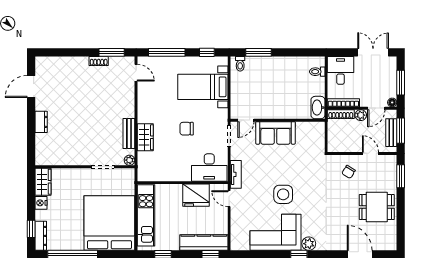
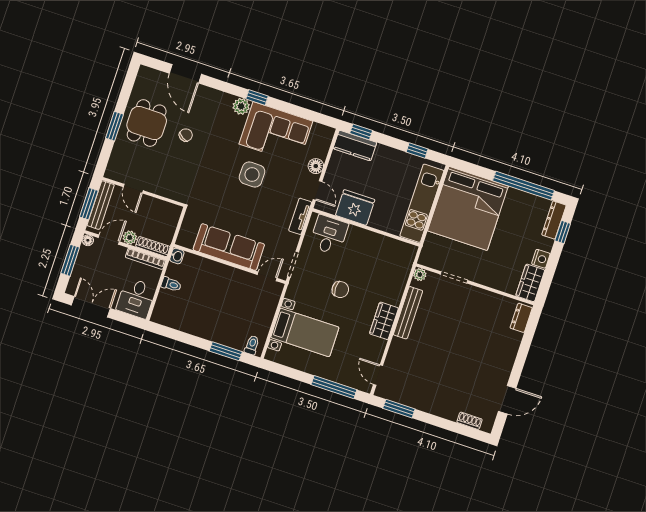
window: (207, 52) -> (287, 371), removed
double door: (373, 52) -> (91, 307), swing flipped
shoe rack: (99, 61) -> (469, 421), moved
toilet: (317, 72) -> (171, 284), moved
washbasin: (318, 108) -> (177, 256), width x0.52, depth x0.69
dresser: (41, 122) -> (521, 318), moved
sofa: (275, 133) -> (229, 247), width x1.36
bench: (391, 133) -> (101, 205), width x1.36
bench: (129, 134) -> (408, 313), width x1.36
wardrobe: (145, 137) -> (384, 321), moved
desk: (209, 168) -> (329, 235), width x0.73
chair: (349, 172) -> (186, 135), moved
window: (401, 176) -> (114, 126), moved
dining table: (377, 207) -> (147, 123), turned 90
floor lamp: (237, 217) -> (316, 166), added
kitchen counter: (204, 242) -> (355, 146), width x0.67

